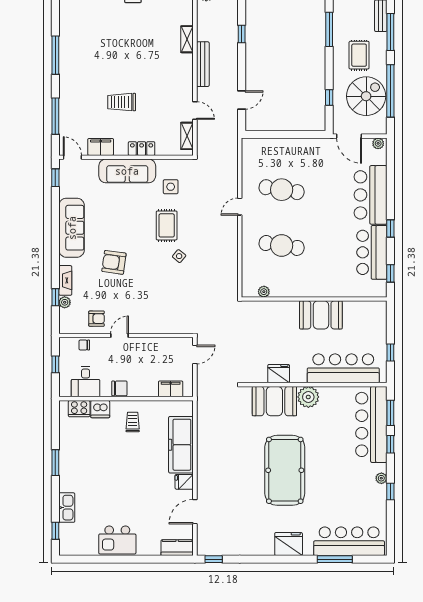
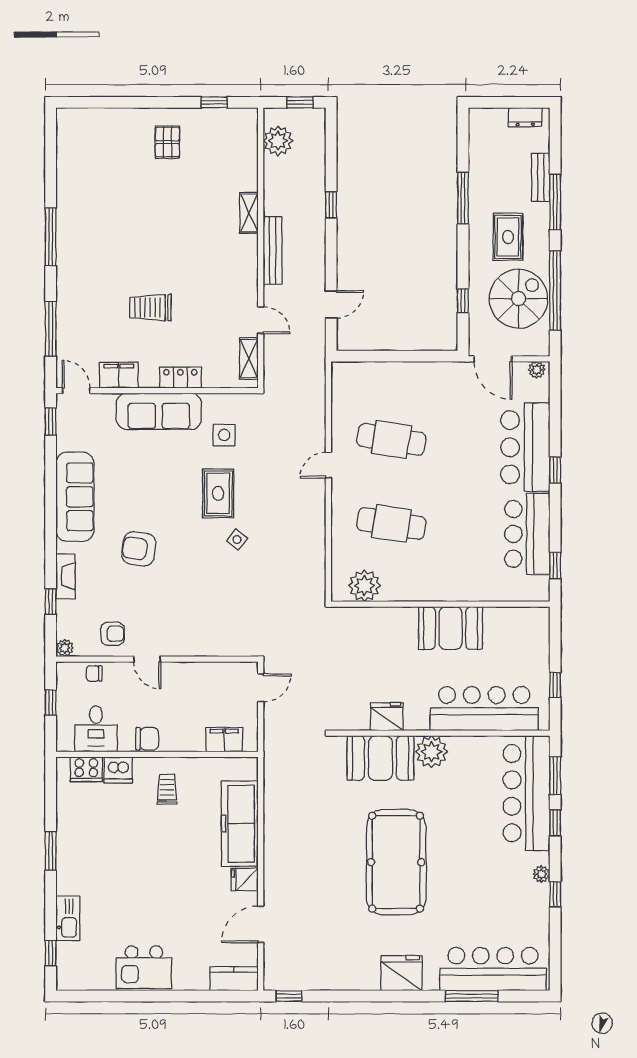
window: (390, 228) -> (555, 470), moved
plant: (264, 292) -> (365, 586), width x1.88, depth x1.88
plant: (65, 302) -> (65, 648), moved
door: (119, 335) -> (147, 659), swing flipped

